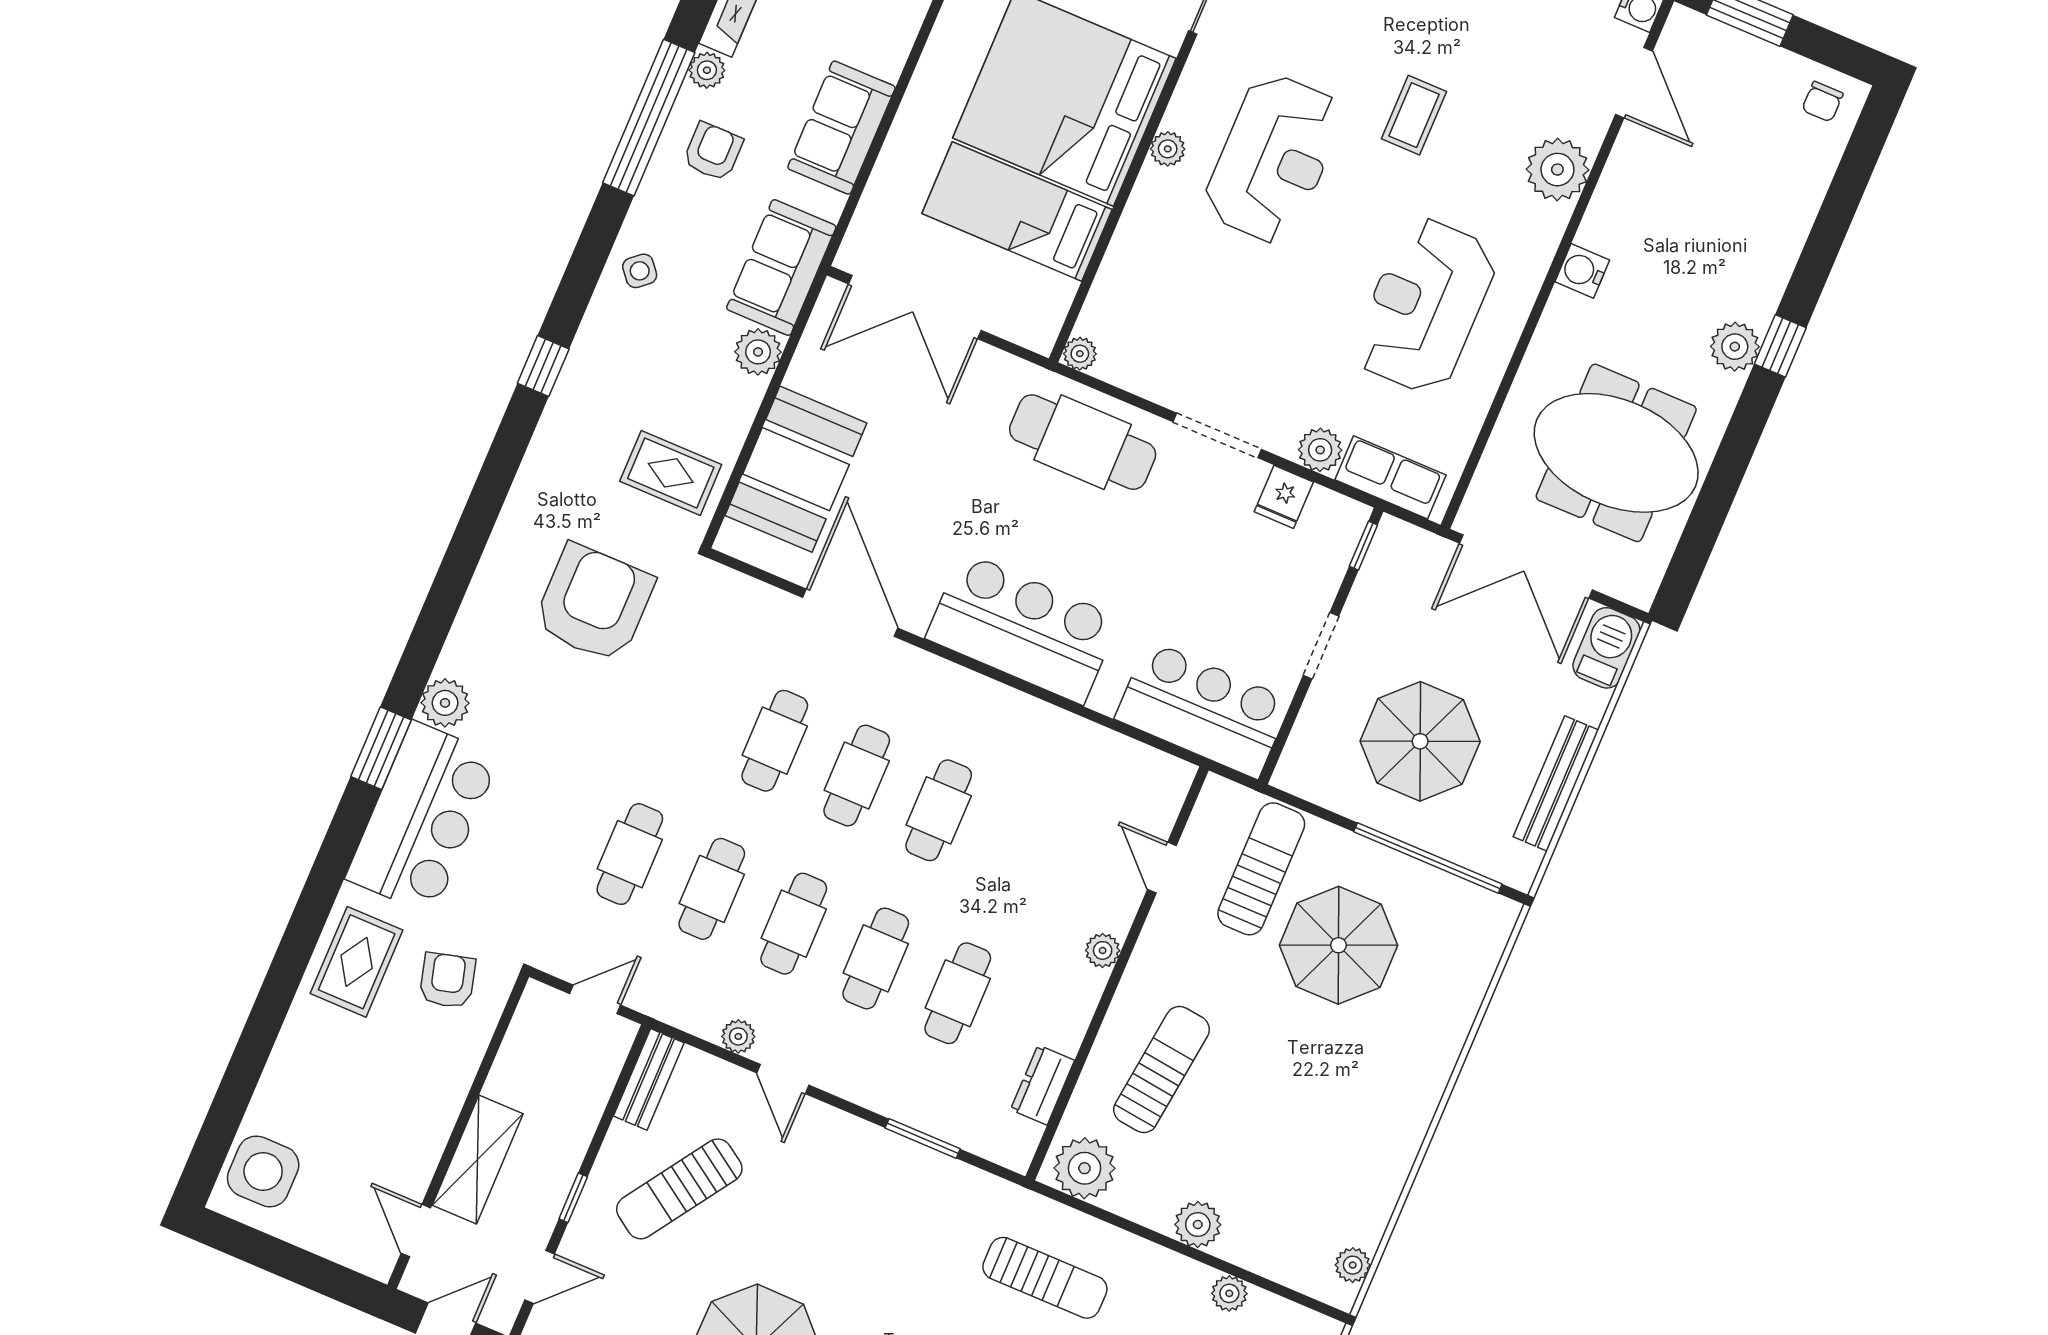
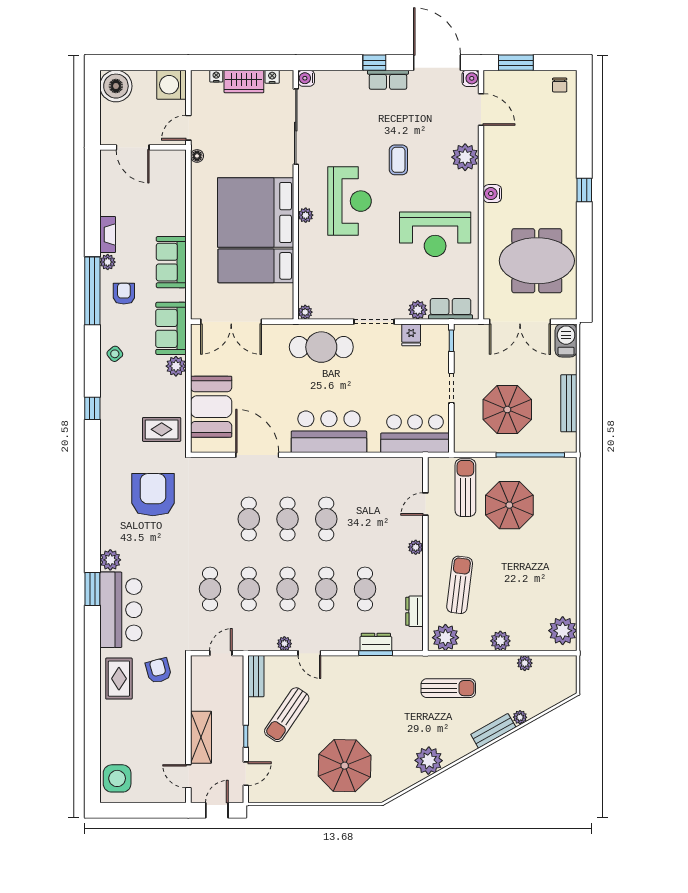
reception desk: (1425, 306) -> (435, 234), turned -90
plant: (1735, 347) -> (566, 198), removed
door: (1162, 868) -> (425, 504), hinge flipped
dresser: (933, 1115) -> (376, 642), added
plant: (1353, 1265) -> (563, 631), width x1.88, depth x1.88

